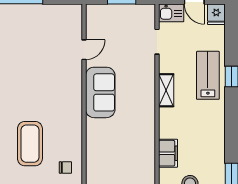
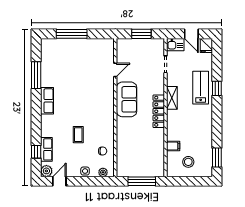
locker: (147, 110) -> (159, 111), added
coffee table: (30, 144) -> (78, 135), width x0.54, depth x0.58
filing cabinet: (168, 153) -> (173, 146), width x0.50

